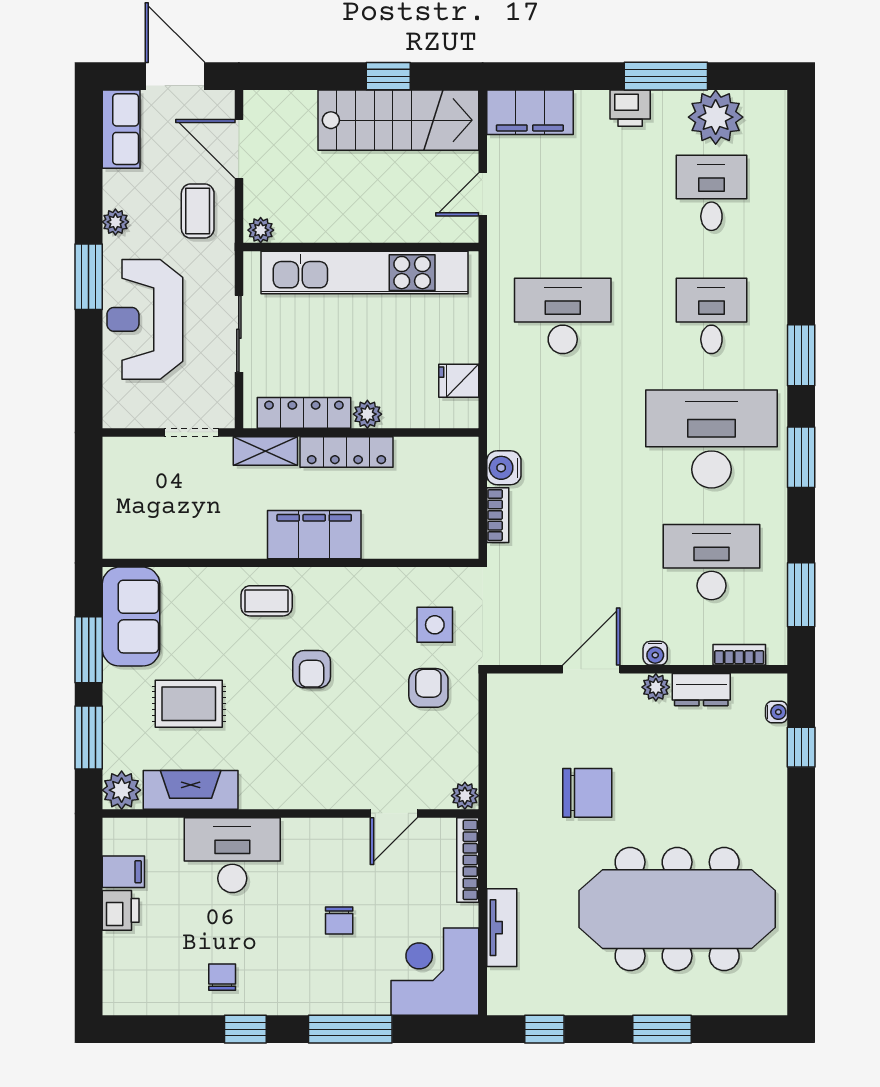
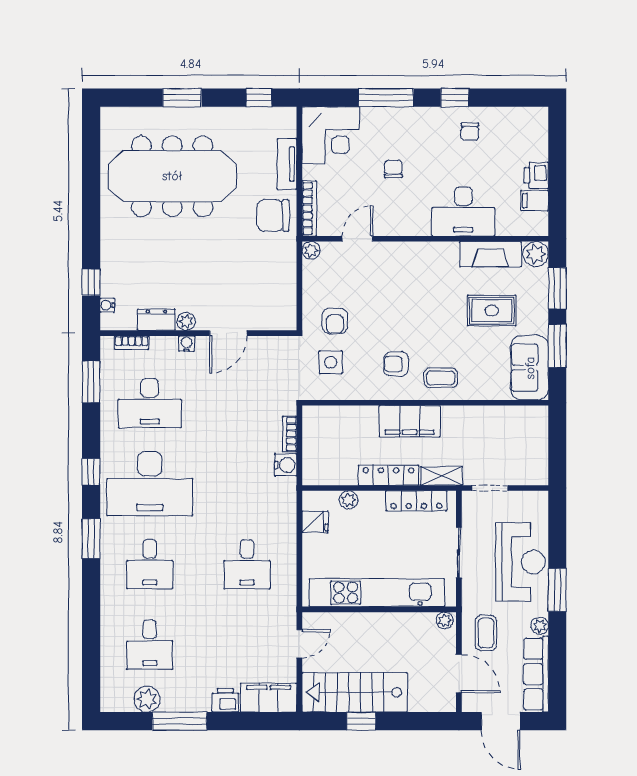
printer: (630, 108) -> (225, 700), moved
plant: (716, 117) -> (147, 699), width x0.73, depth x0.73
row of seats: (121, 129) -> (536, 674), width x1.48
desk: (563, 316) -> (247, 564), width x0.73
plant: (367, 414) -> (348, 500), moved
window: (801, 457) -> (91, 472), width x0.67
armchair: (312, 669) -> (396, 364), moved, turned -90
chair: (587, 793) -> (273, 216), moved

